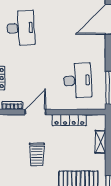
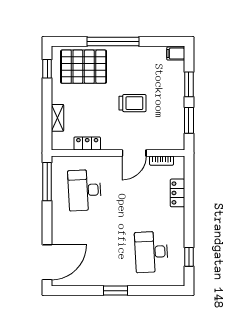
locker: (69, 120) -> (87, 143), width x0.66
trolley: (37, 154) -> (132, 103), turned 90

